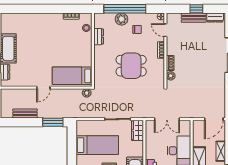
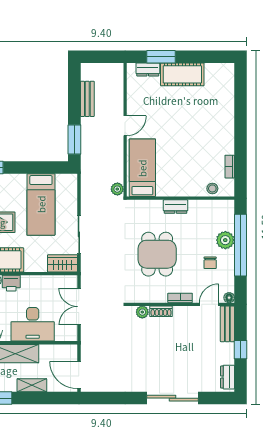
bench: (194, 18) -> (227, 324), moved
dresser: (99, 37) -> (176, 207), moved
door: (43, 88) -> (125, 126), swing flipped

